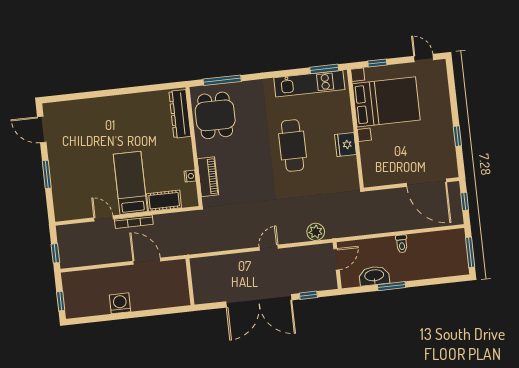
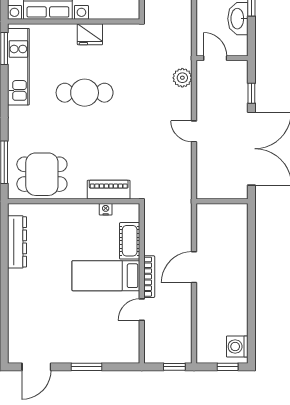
dresser: (180, 114) -> (17, 242), moved, turned -90
wall: (190, 282) -> (222, 201), moved
washing machine: (120, 303) -> (237, 346), moved

